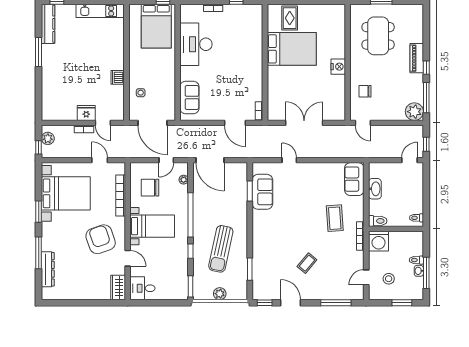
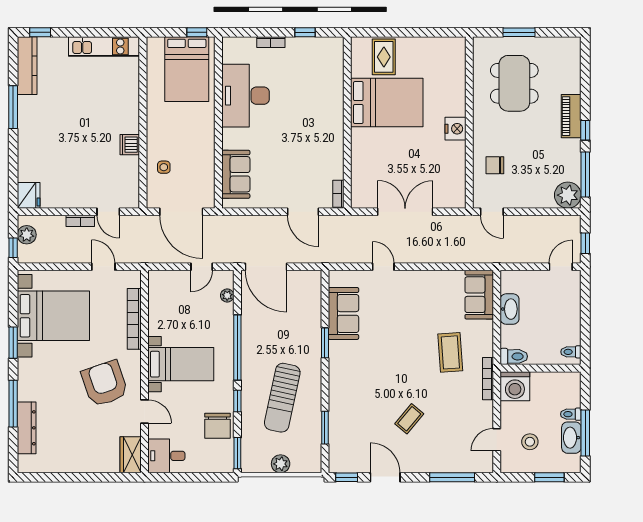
fridge: (86, 113) -> (29, 195), moved, turned 90
chair: (150, 188) -> (218, 426), moved, turned -90
window: (250, 191) -> (325, 343), moved
washbasin: (419, 271) -> (571, 438), width x1.91, depth x1.45

